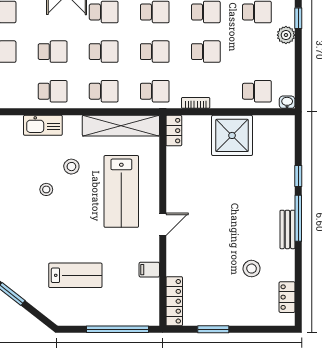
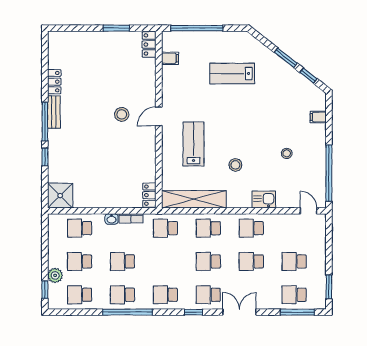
school desk: (155, 52) -> (80, 261), moved
washbasin: (287, 102) -> (112, 219), moved
kitchen sink: (43, 125) -> (264, 200), width x0.73
shower: (232, 135) -> (60, 196), moved, width x0.73, depth x0.73
stool: (46, 189) -> (287, 153), moved
lab bench: (121, 191) -> (193, 144), width x0.73, depth x0.72
stool: (252, 269) -> (122, 114), moved
filing cabinet: (149, 270) -> (170, 58), moved
locker: (287, 297) -> (54, 82), moved
locker: (174, 301) -> (149, 45), width x0.66

